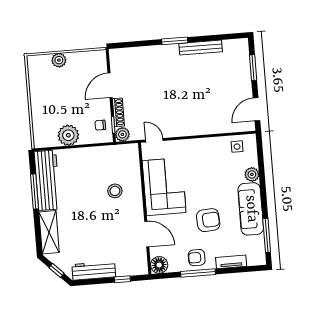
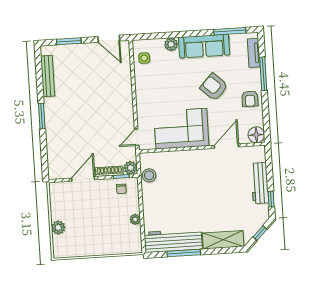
bench: (201, 48) -> (48, 76), moved
door: (110, 85) -> (83, 179), swing flipped
plant: (68, 135) -> (135, 219), width x0.53, depth x0.53
stool: (115, 191) -> (149, 175), moved
armchair: (208, 220) -> (214, 87), turned -43
tv unit: (231, 262) -> (254, 53), moved
workbench: (94, 271) -> (260, 183), moved
window: (198, 273) -> (263, 74), moved
window: (122, 279) -> (271, 199), moved

